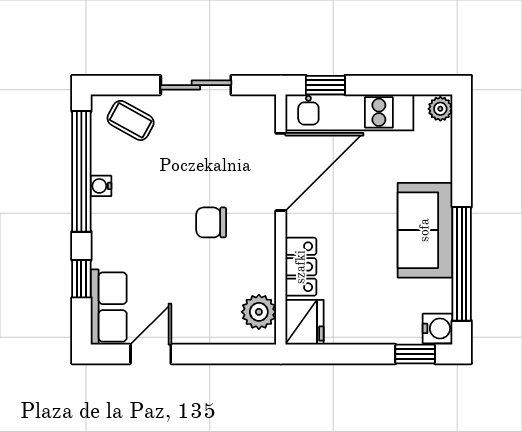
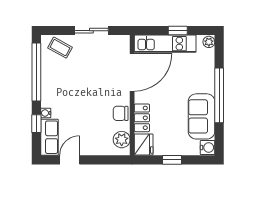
window: (325, 85) -> (178, 31), moved
water cooler: (101, 186) -> (46, 113), moved
chair: (211, 222) -> (121, 113), moved
sofa: (425, 230) -> (202, 116), moved
window: (462, 264) -> (219, 95), moved
window: (415, 354) -> (172, 160), moved

